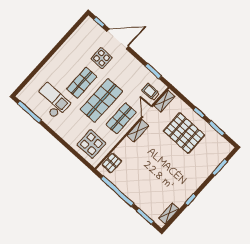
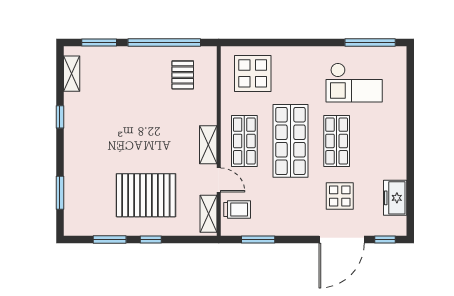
freezer: (79, 36) -> (395, 198), added
pallet: (112, 163) -> (183, 75), moved

